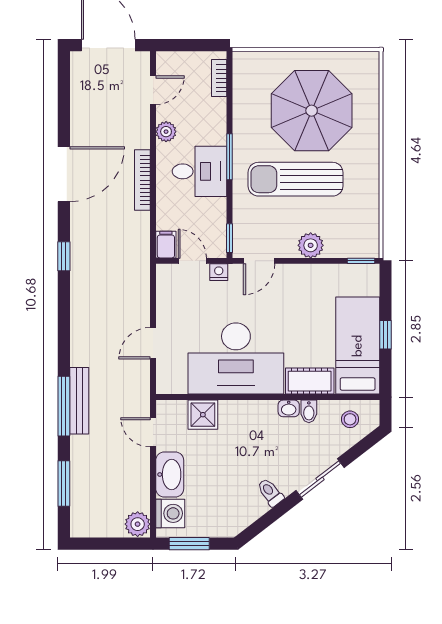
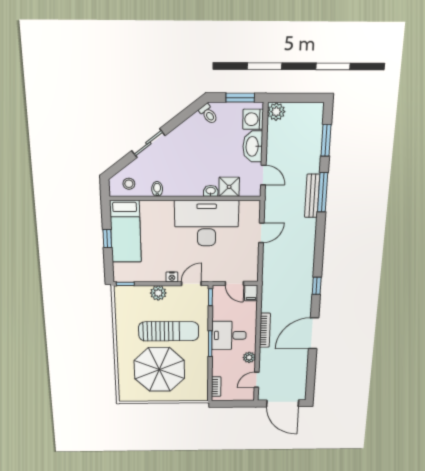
nightstand: (219, 272) -> (172, 277), moved
cot: (310, 381) -> (157, 209), removed
washbasin: (289, 408) -> (211, 191), moved
toilet: (270, 492) -> (208, 114), moved

